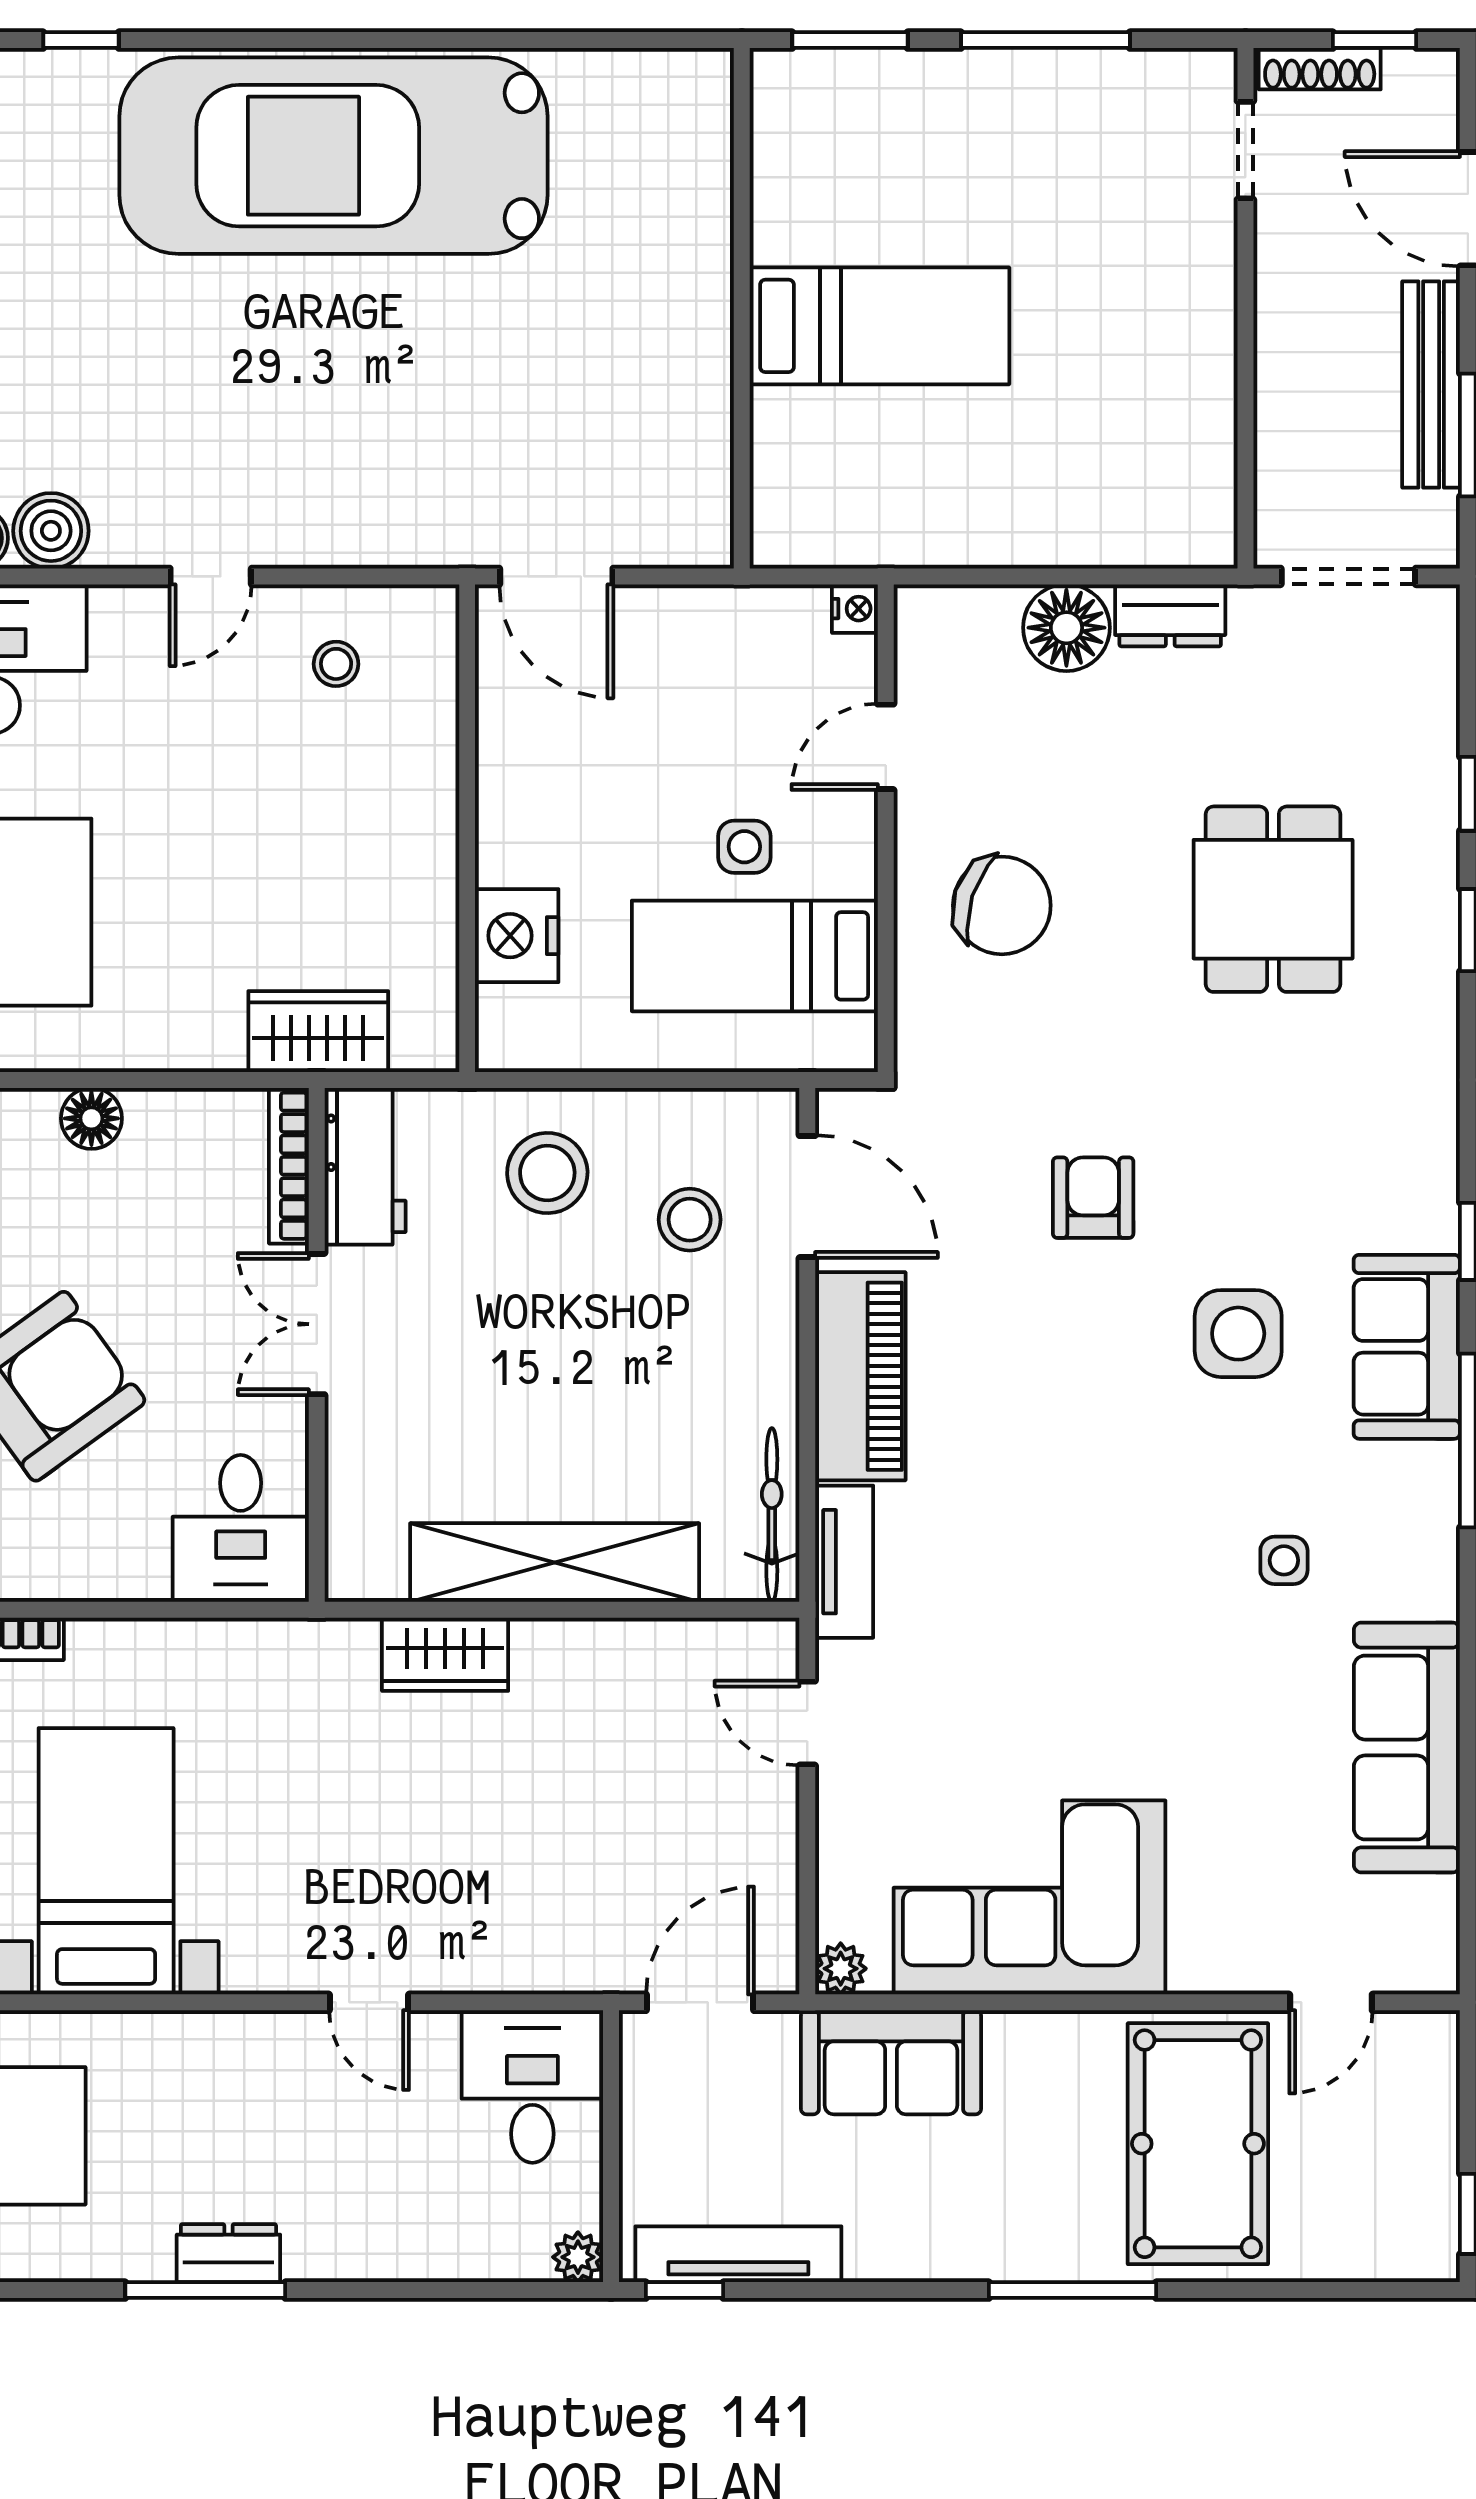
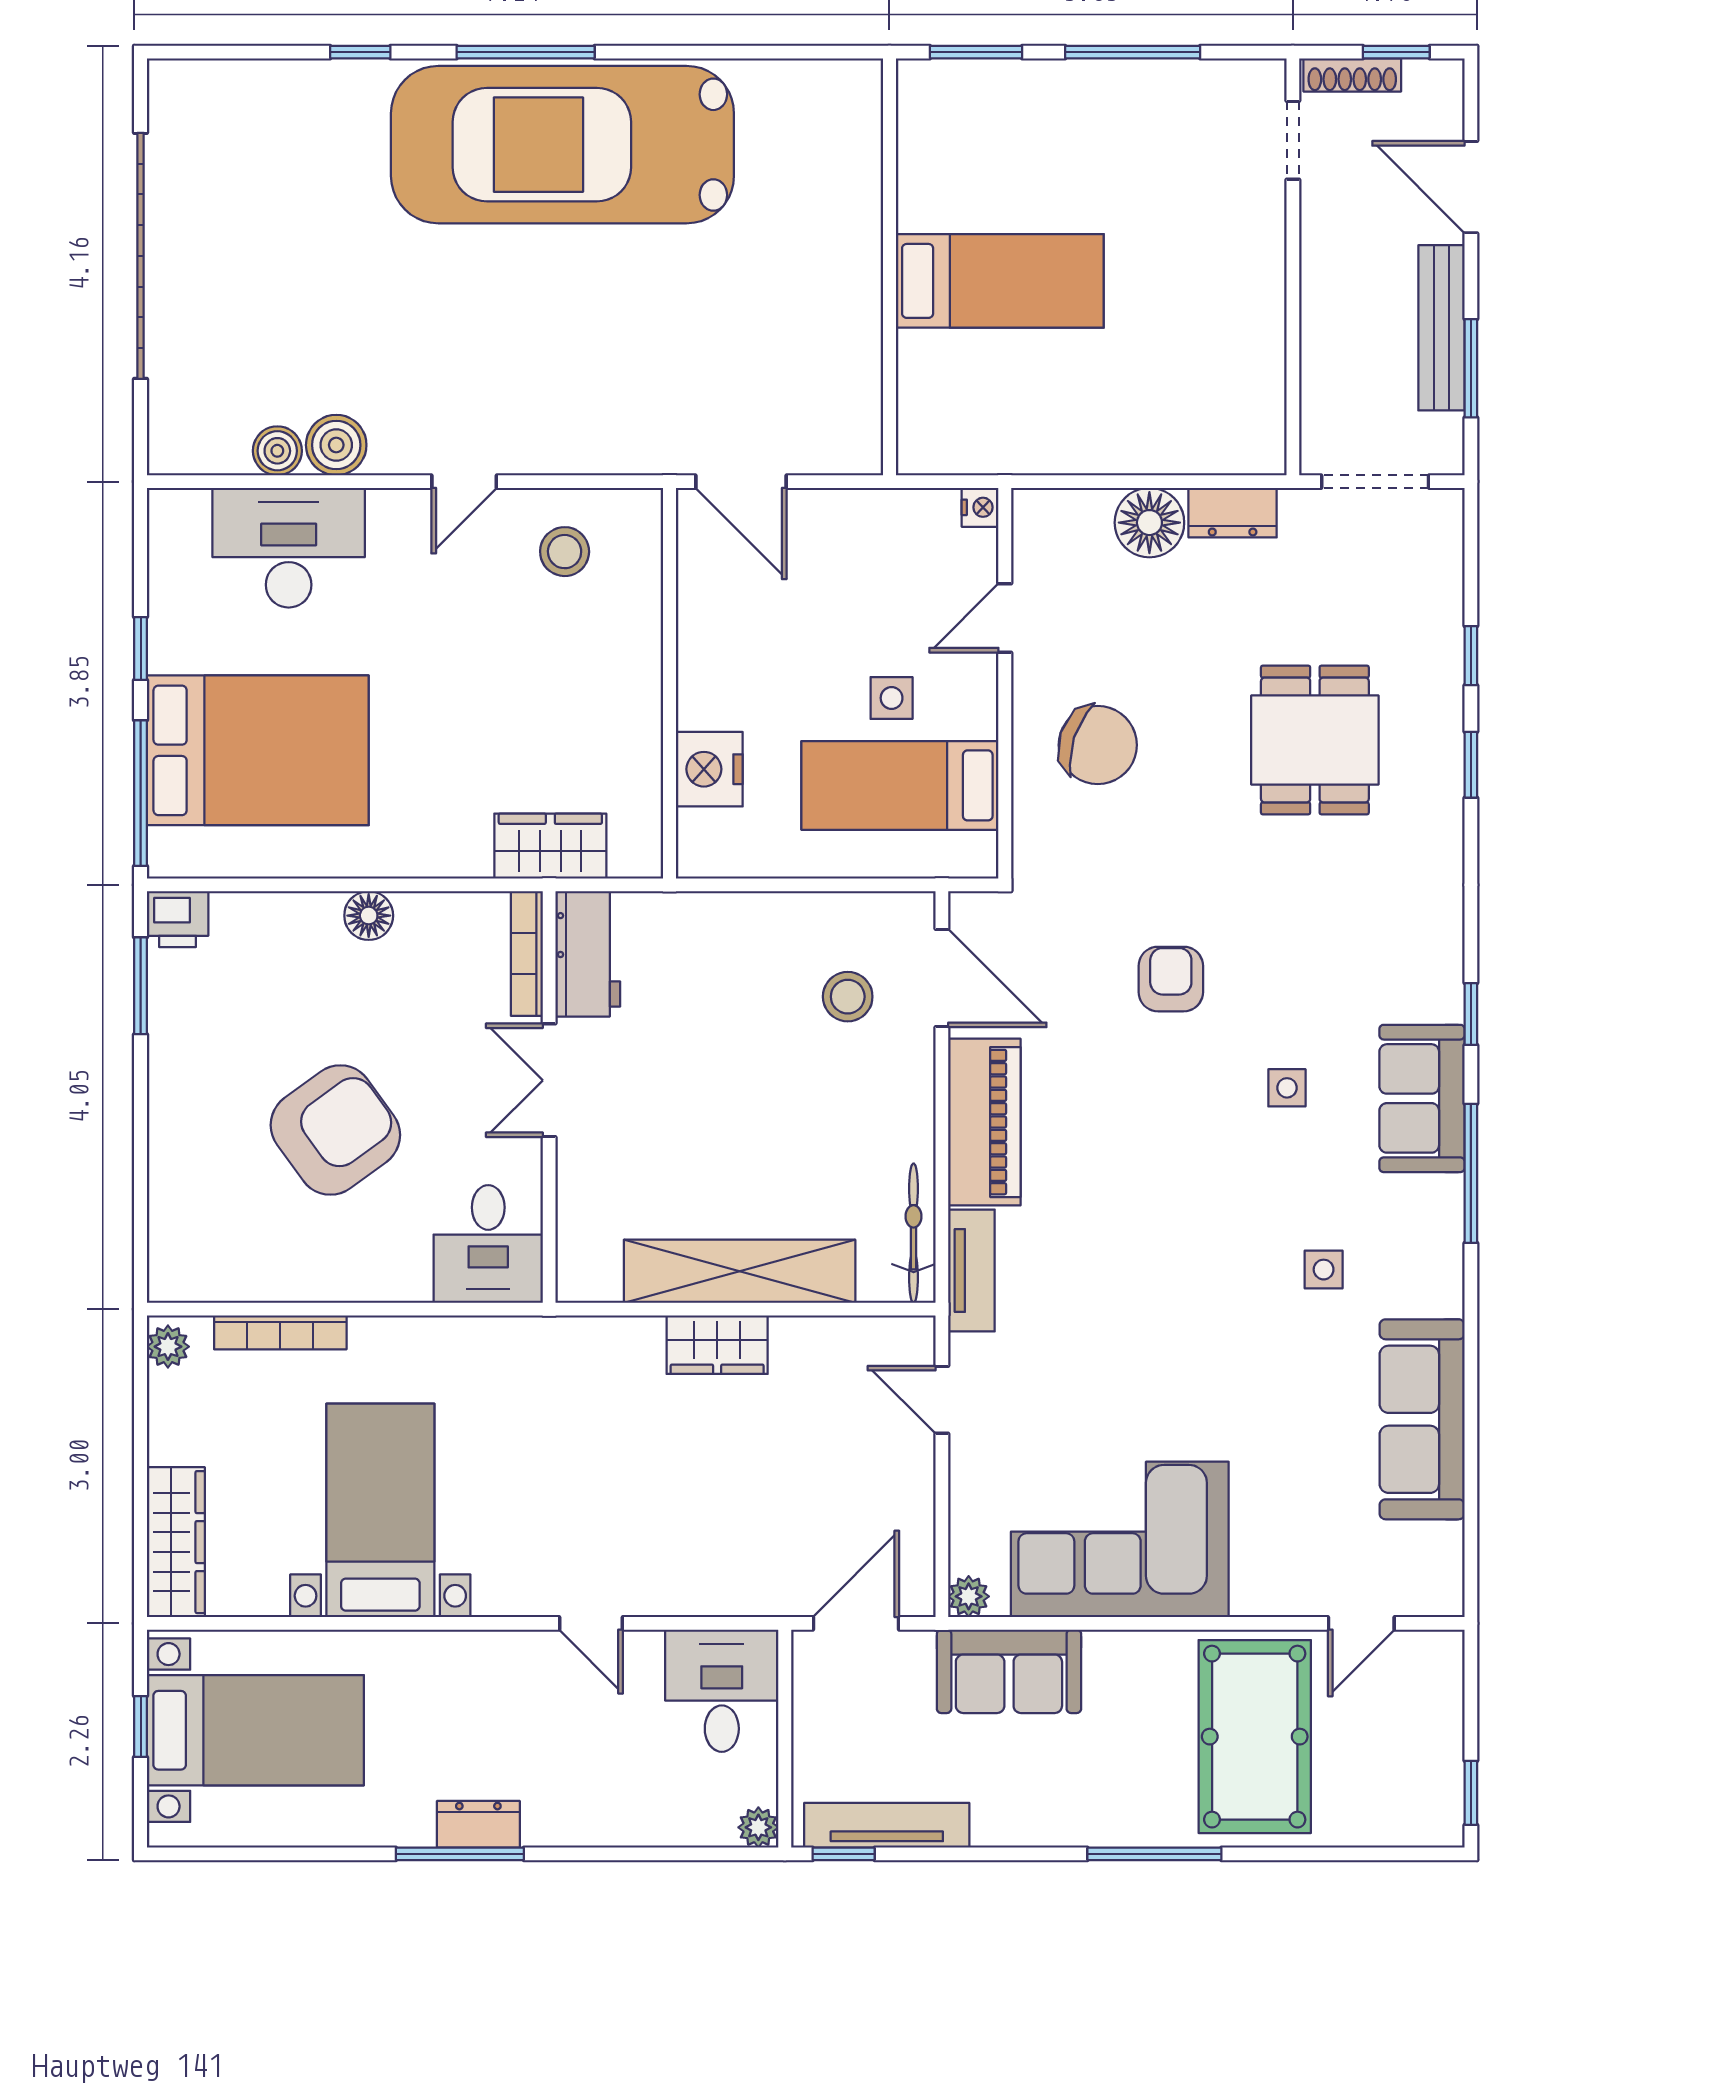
window: (287, 40) -> (526, 52), added
stool: (336, 664) -> (565, 552), width x1.37, depth x1.37
stool: (547, 1173) -> (734, 959), removed
side table: (1238, 1334) -> (1287, 1088), width x0.54, depth x0.54
wardrobe: (445, 1654) -> (717, 1345), moved

